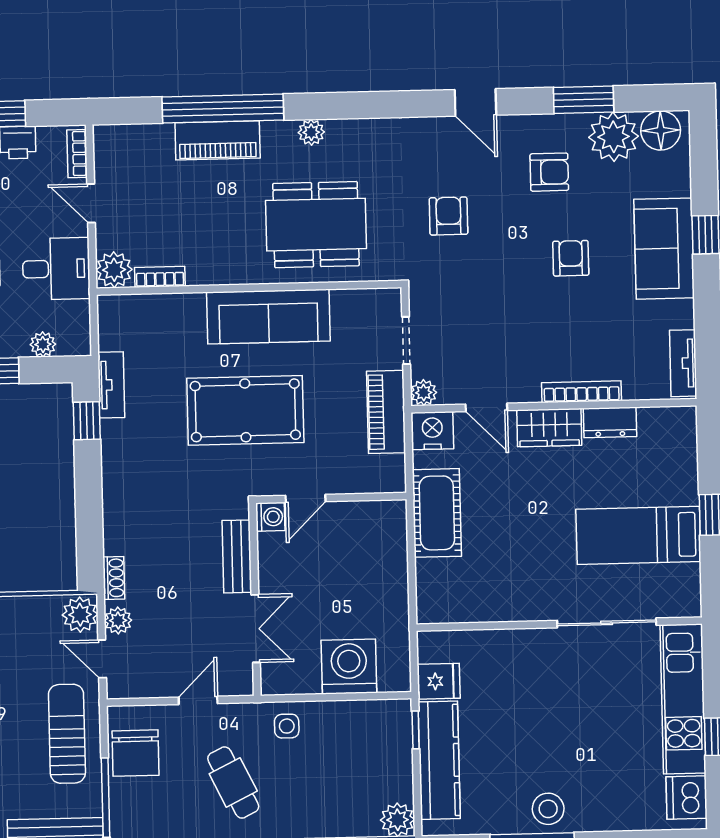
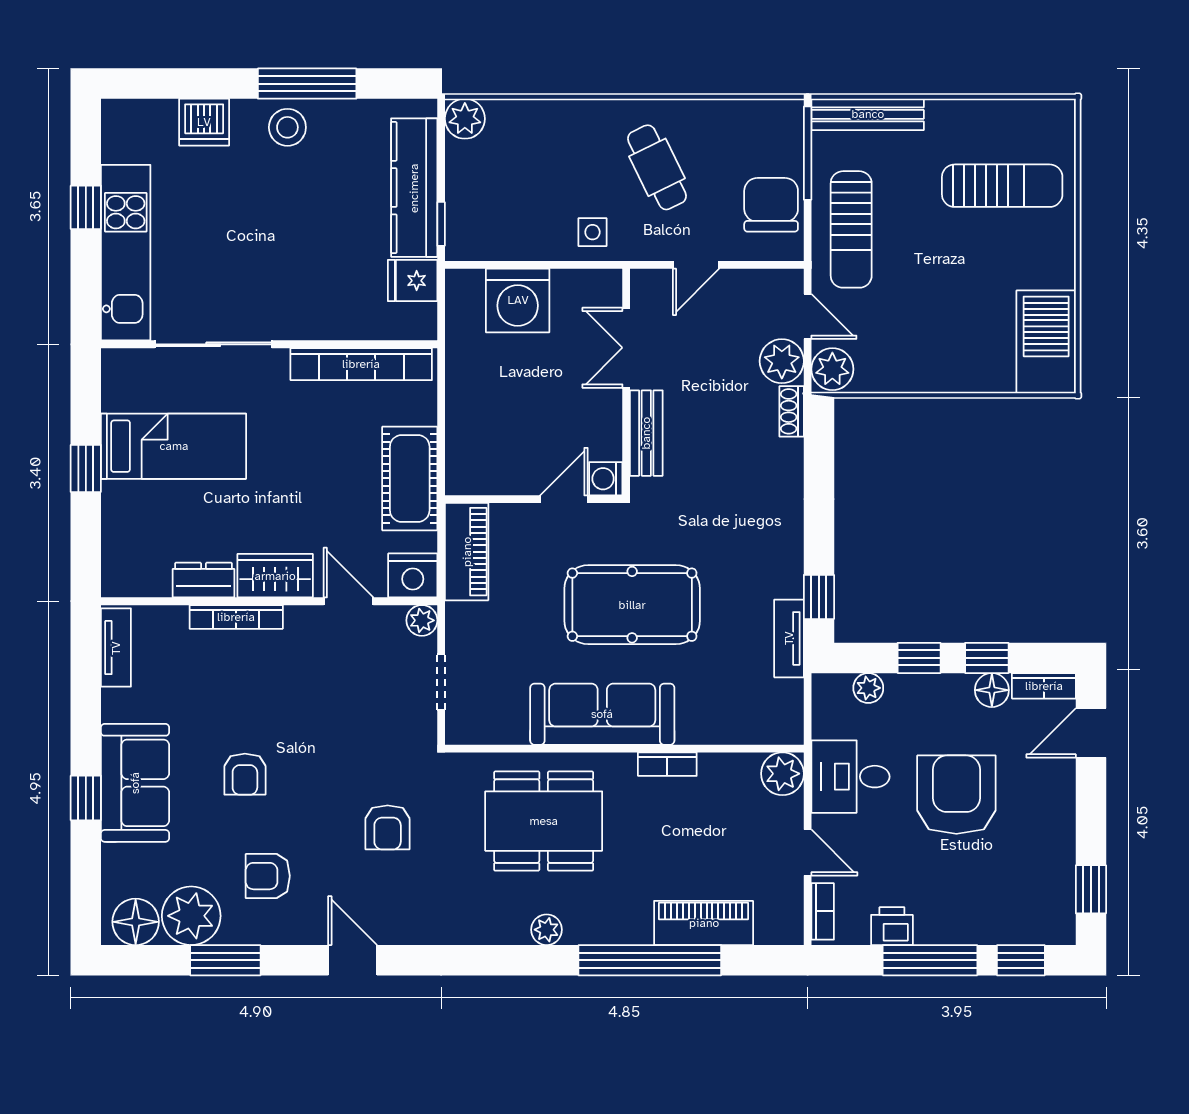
piano: (218, 140) -> (704, 923), moved
bookcase: (160, 277) -> (667, 764), moved
piano: (386, 412) -> (467, 552), moved
bookcase: (481, 609) -> (361, 364), added
plant: (118, 620) -> (782, 361), width x1.38, depth x1.38
dishwasher: (686, 797) -> (204, 122), moved, turned 90

